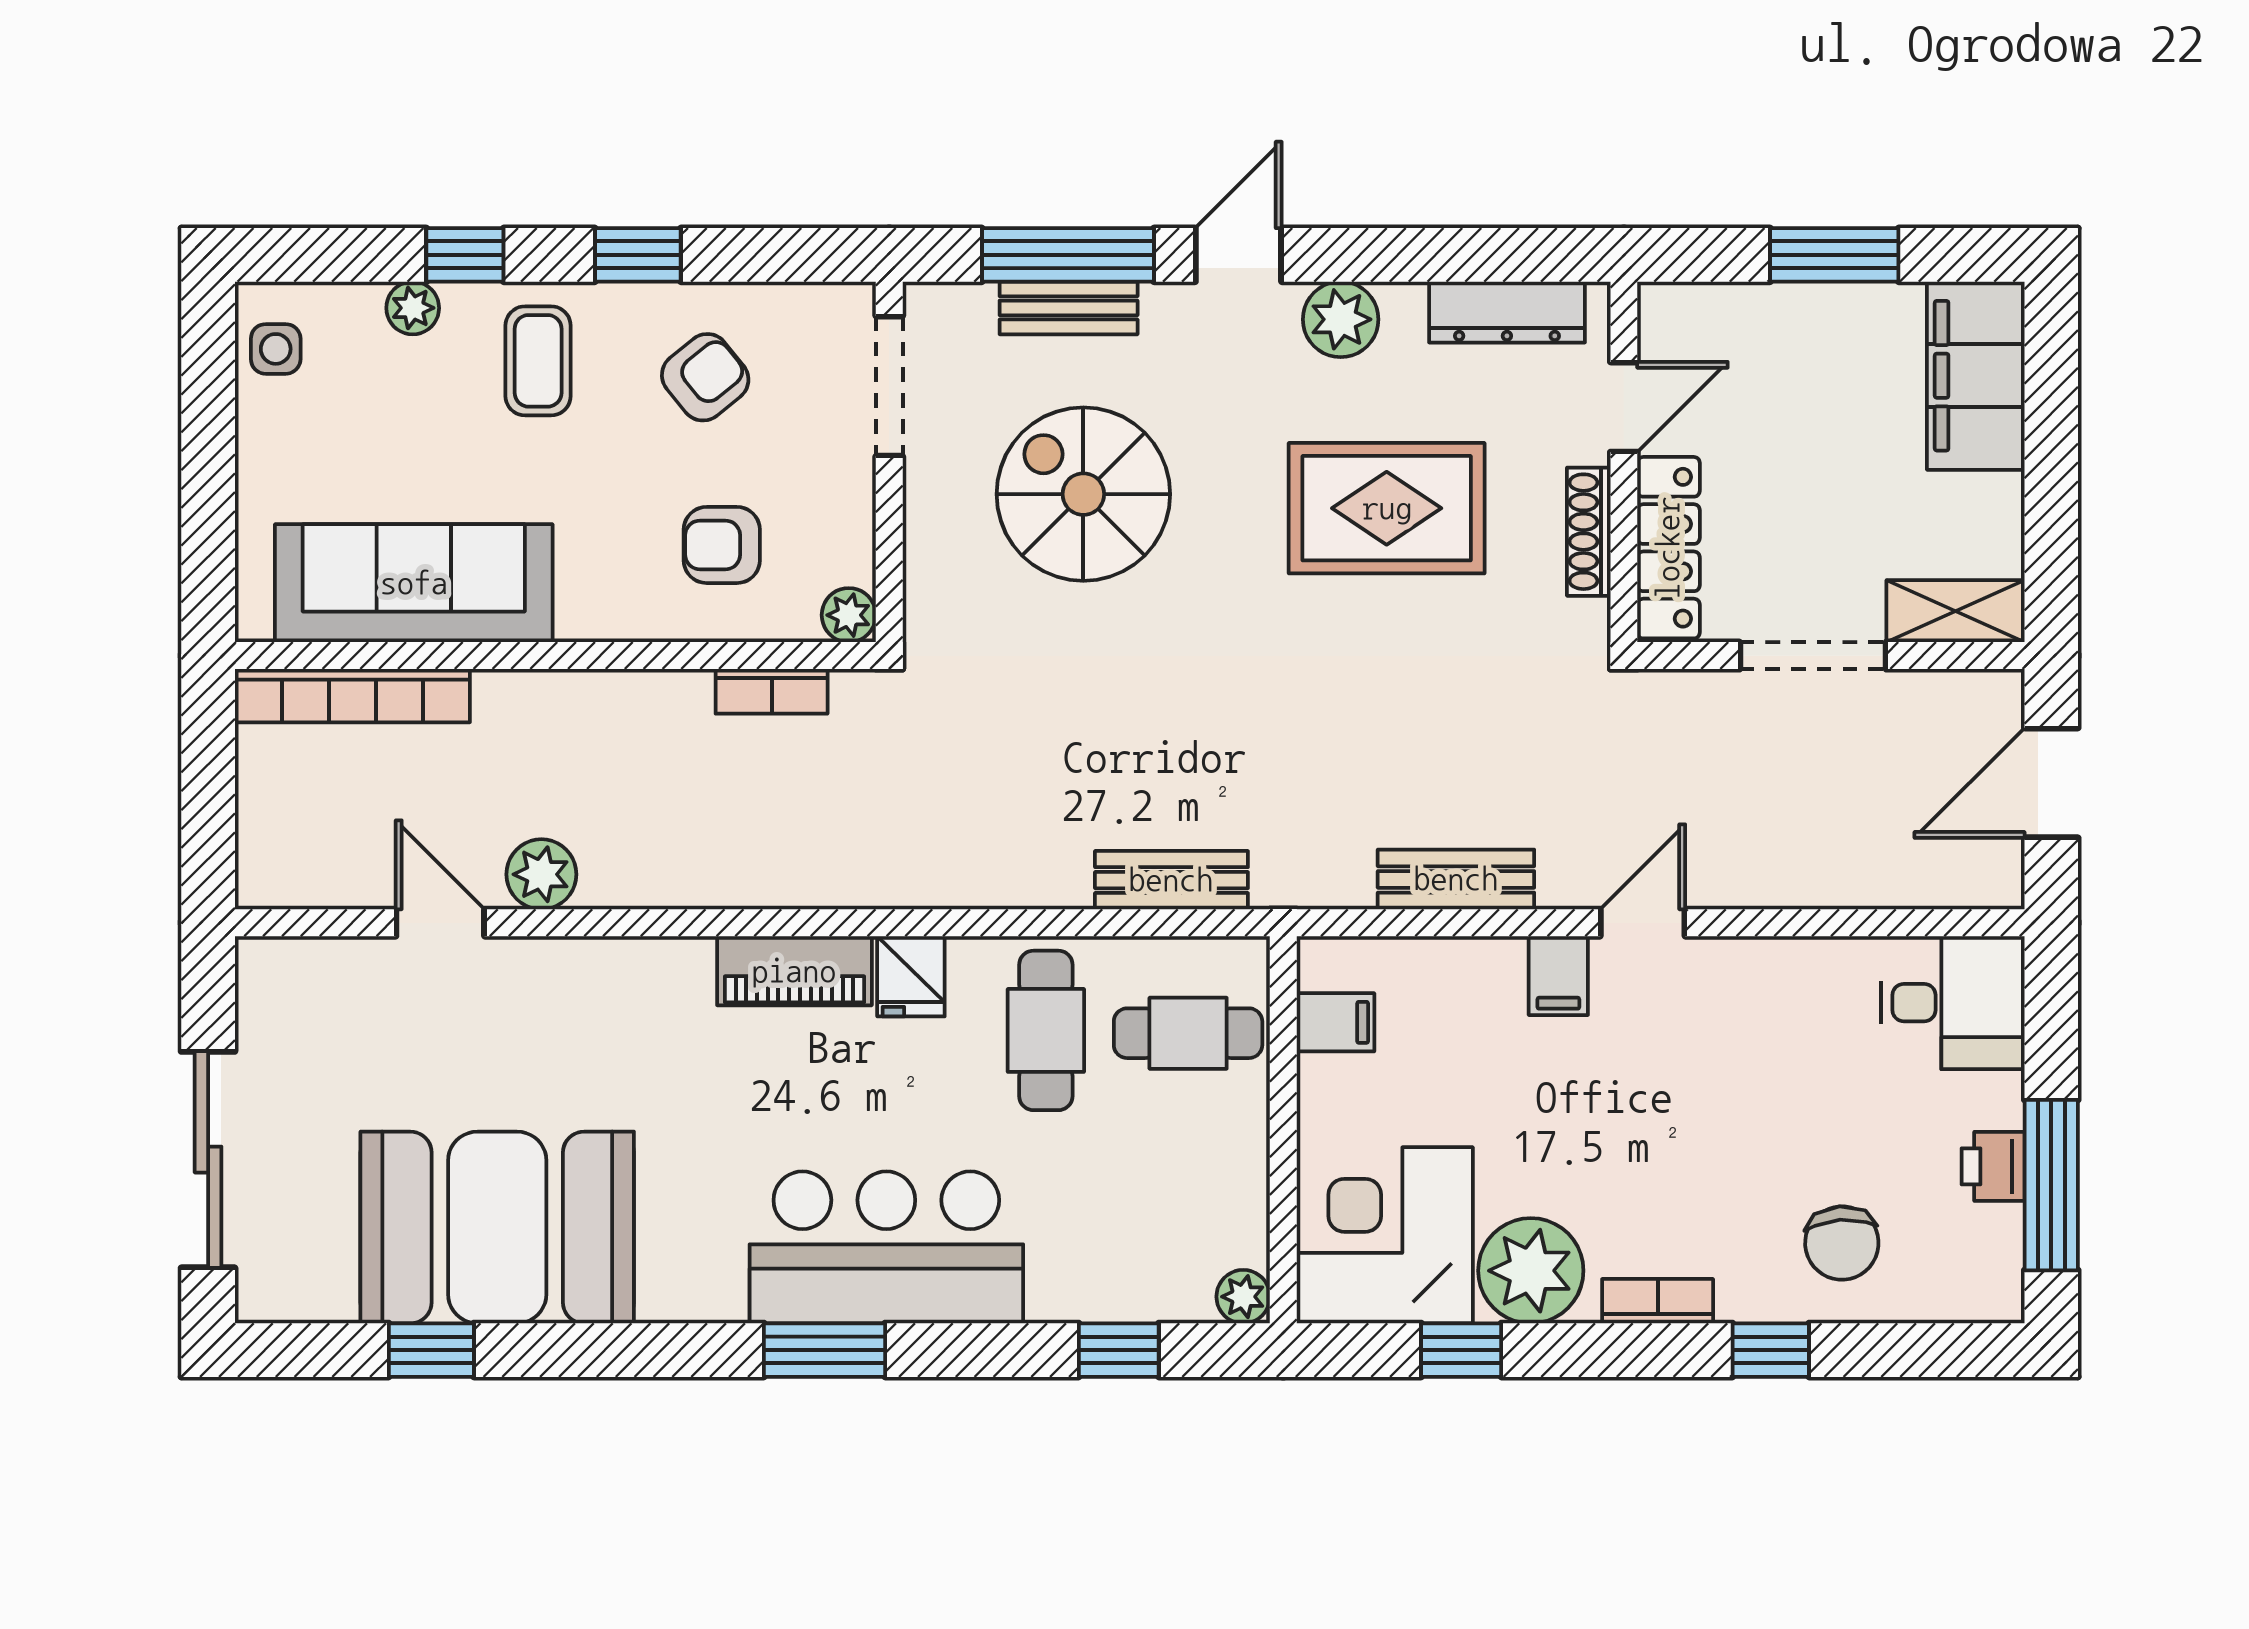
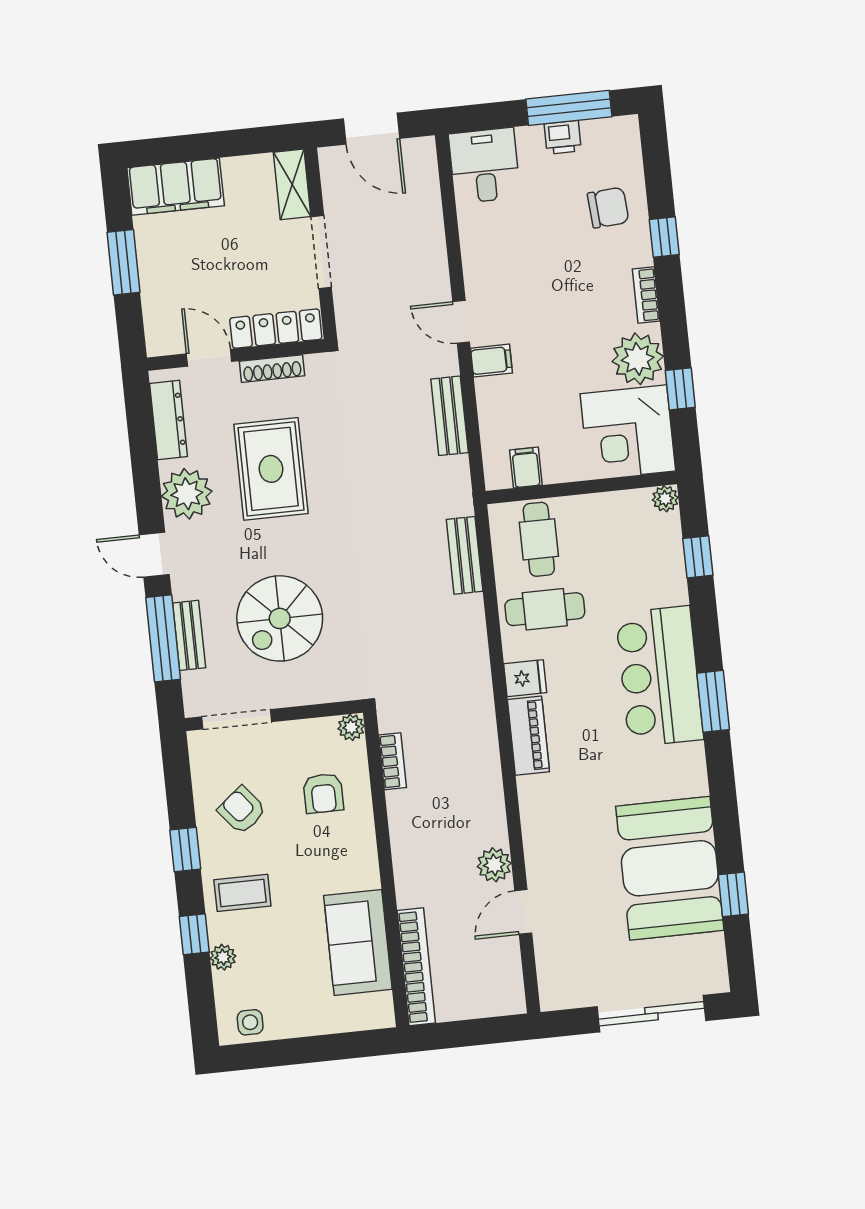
plant: (1341, 319) -> (187, 494), width x1.36, depth x1.36
sofa: (414, 583) -> (358, 942), width x0.73

